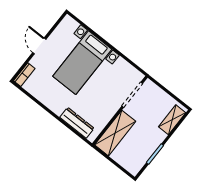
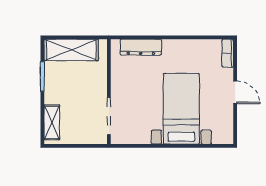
shelving: (115, 133) -> (71, 50), moved, turned 90

